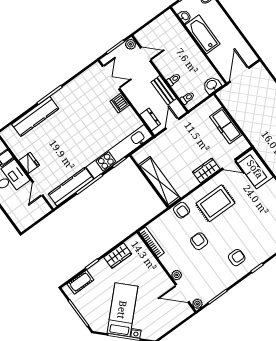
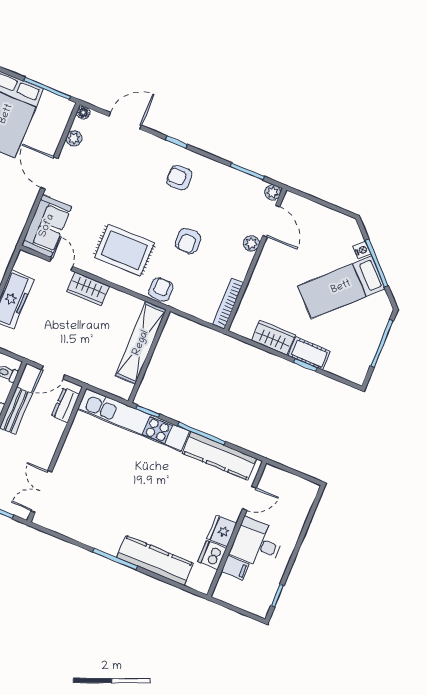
dishwasher: (120, 103) -> (212, 555), moved, turned 180
cot: (80, 282) -> (309, 354), moved

